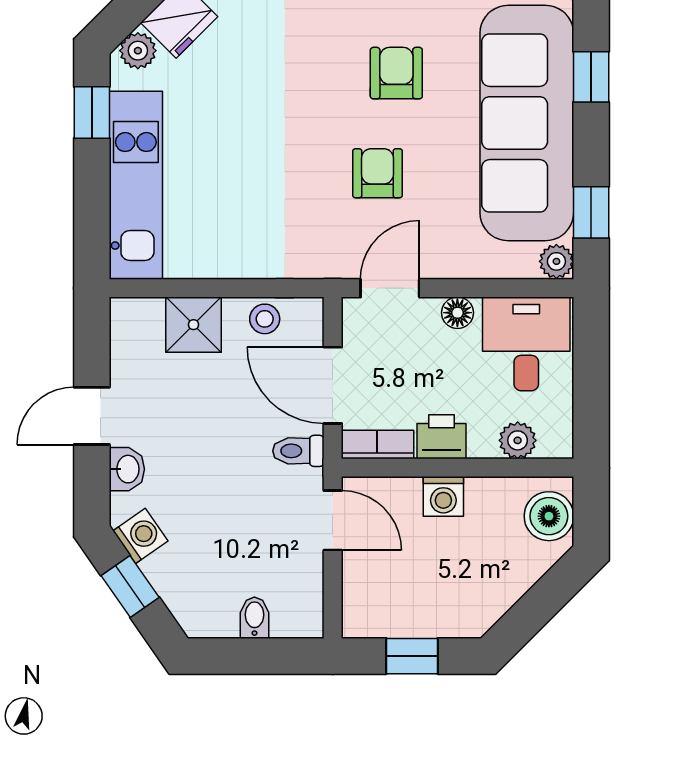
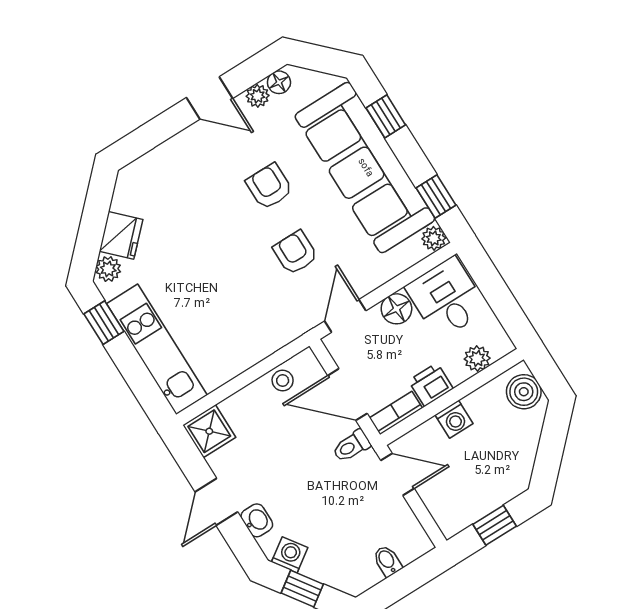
floor lamp: (457, 313) -> (396, 309), width x1.37, depth x1.37
shower: (193, 325) -> (209, 431), moved

